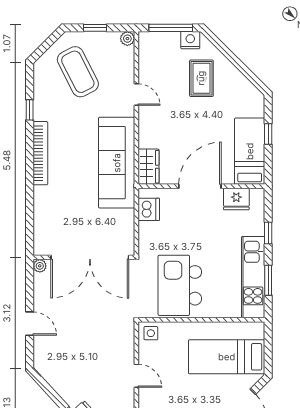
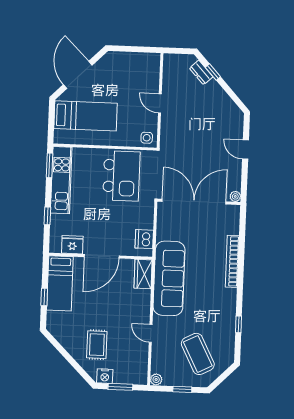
window: (171, 28) -> (120, 387), width x0.69
bookcase: (40, 153) -> (232, 261), moved
window: (268, 280) -> (49, 165), moved

